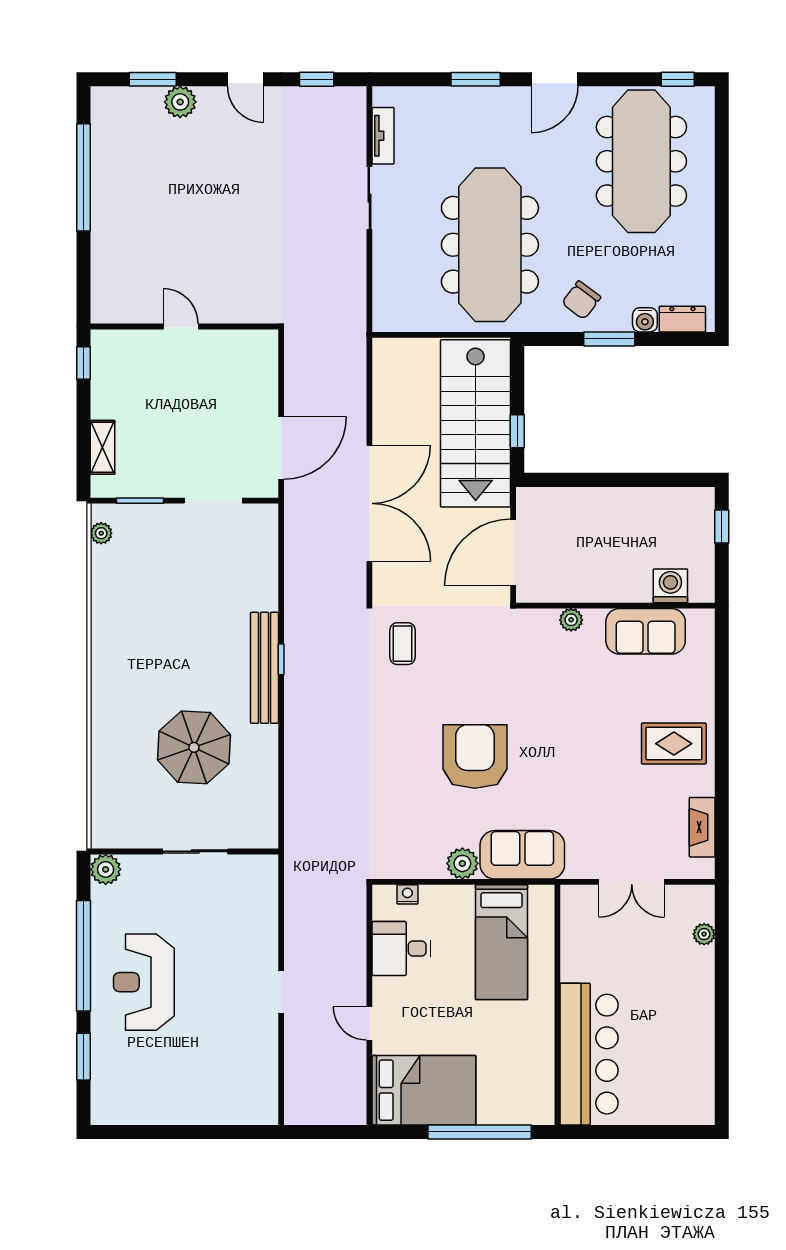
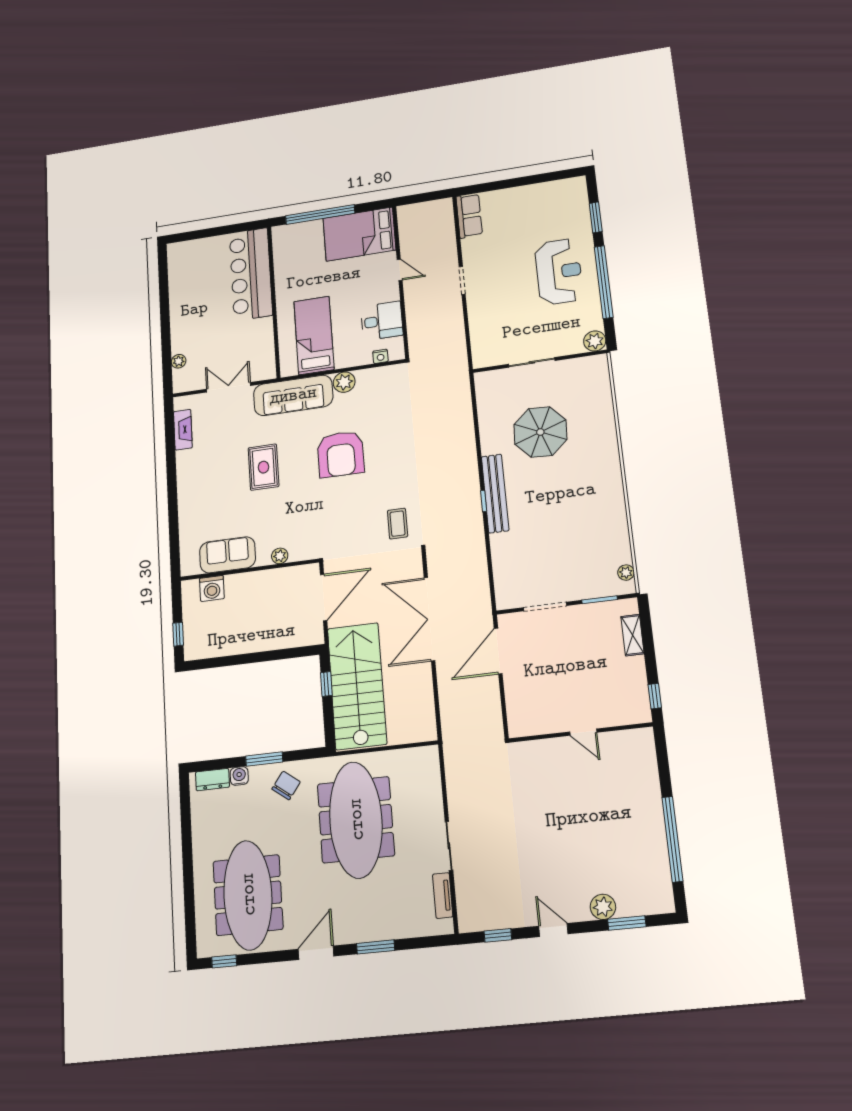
rug: (674, 744) -> (263, 467), moved, turned 90
sofa: (522, 855) -> (293, 395), width x1.36
row of seats: (262, 1091) -> (469, 216), added

